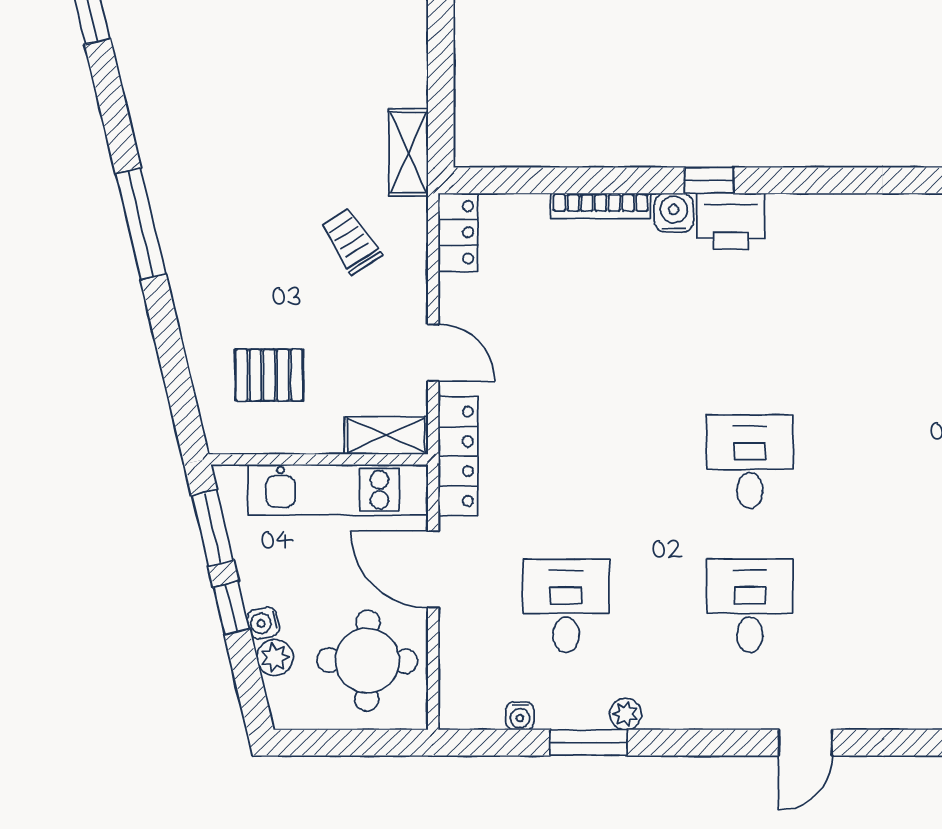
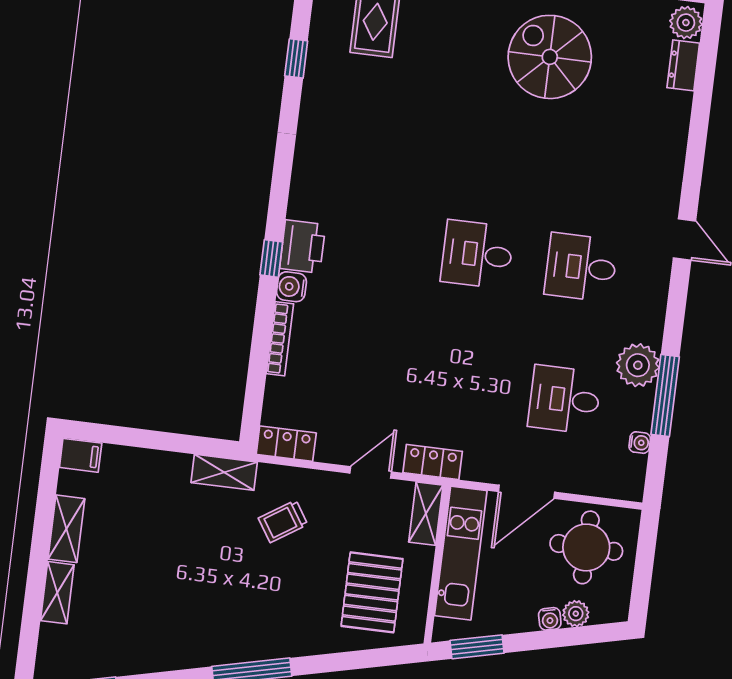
pallet: (269, 375) -> (372, 592), width x1.50, depth x1.42
locker: (458, 456) -> (433, 462), width x0.66
window: (231, 608) -> (536, 640), removed
plant: (625, 714) -> (638, 365), width x1.87, depth x1.87
window: (589, 743) -> (665, 396), width x1.44

